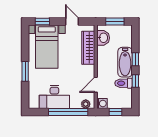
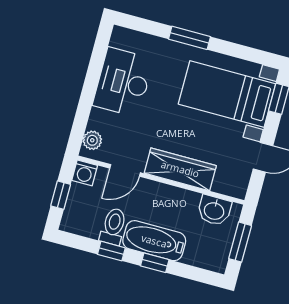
wardrobe: (88, 48) -> (180, 169), moved
door: (96, 85) -> (125, 170), swing flipped
window: (68, 112) -> (86, 101), removed

